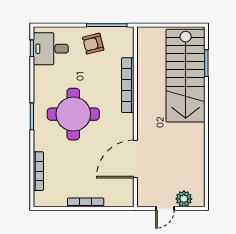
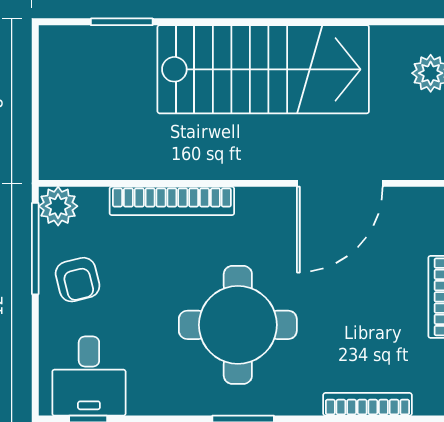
plant: (125, 35) -> (58, 206), added
stairs: (186, 76) -> (263, 69), moved
door: (135, 159) -> (340, 183), hinge flipped

